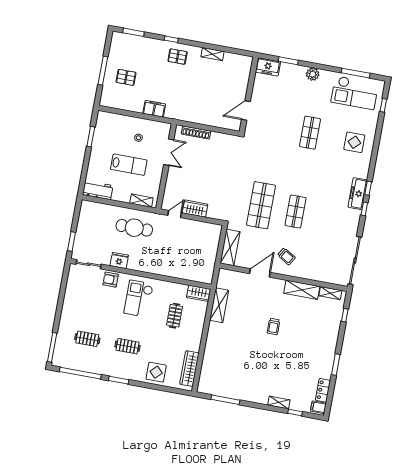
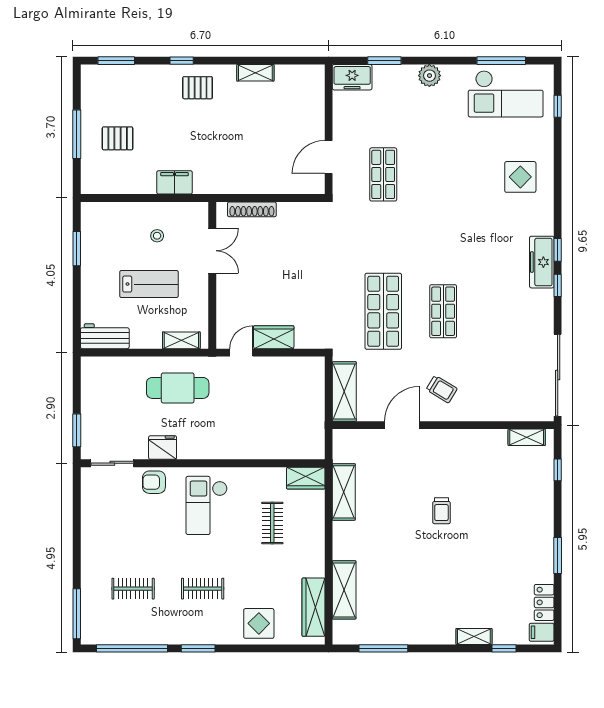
shop shelf: (310, 133) -> (383, 174), moved
shelving: (302, 290) -> (344, 590), moved, turned 90

